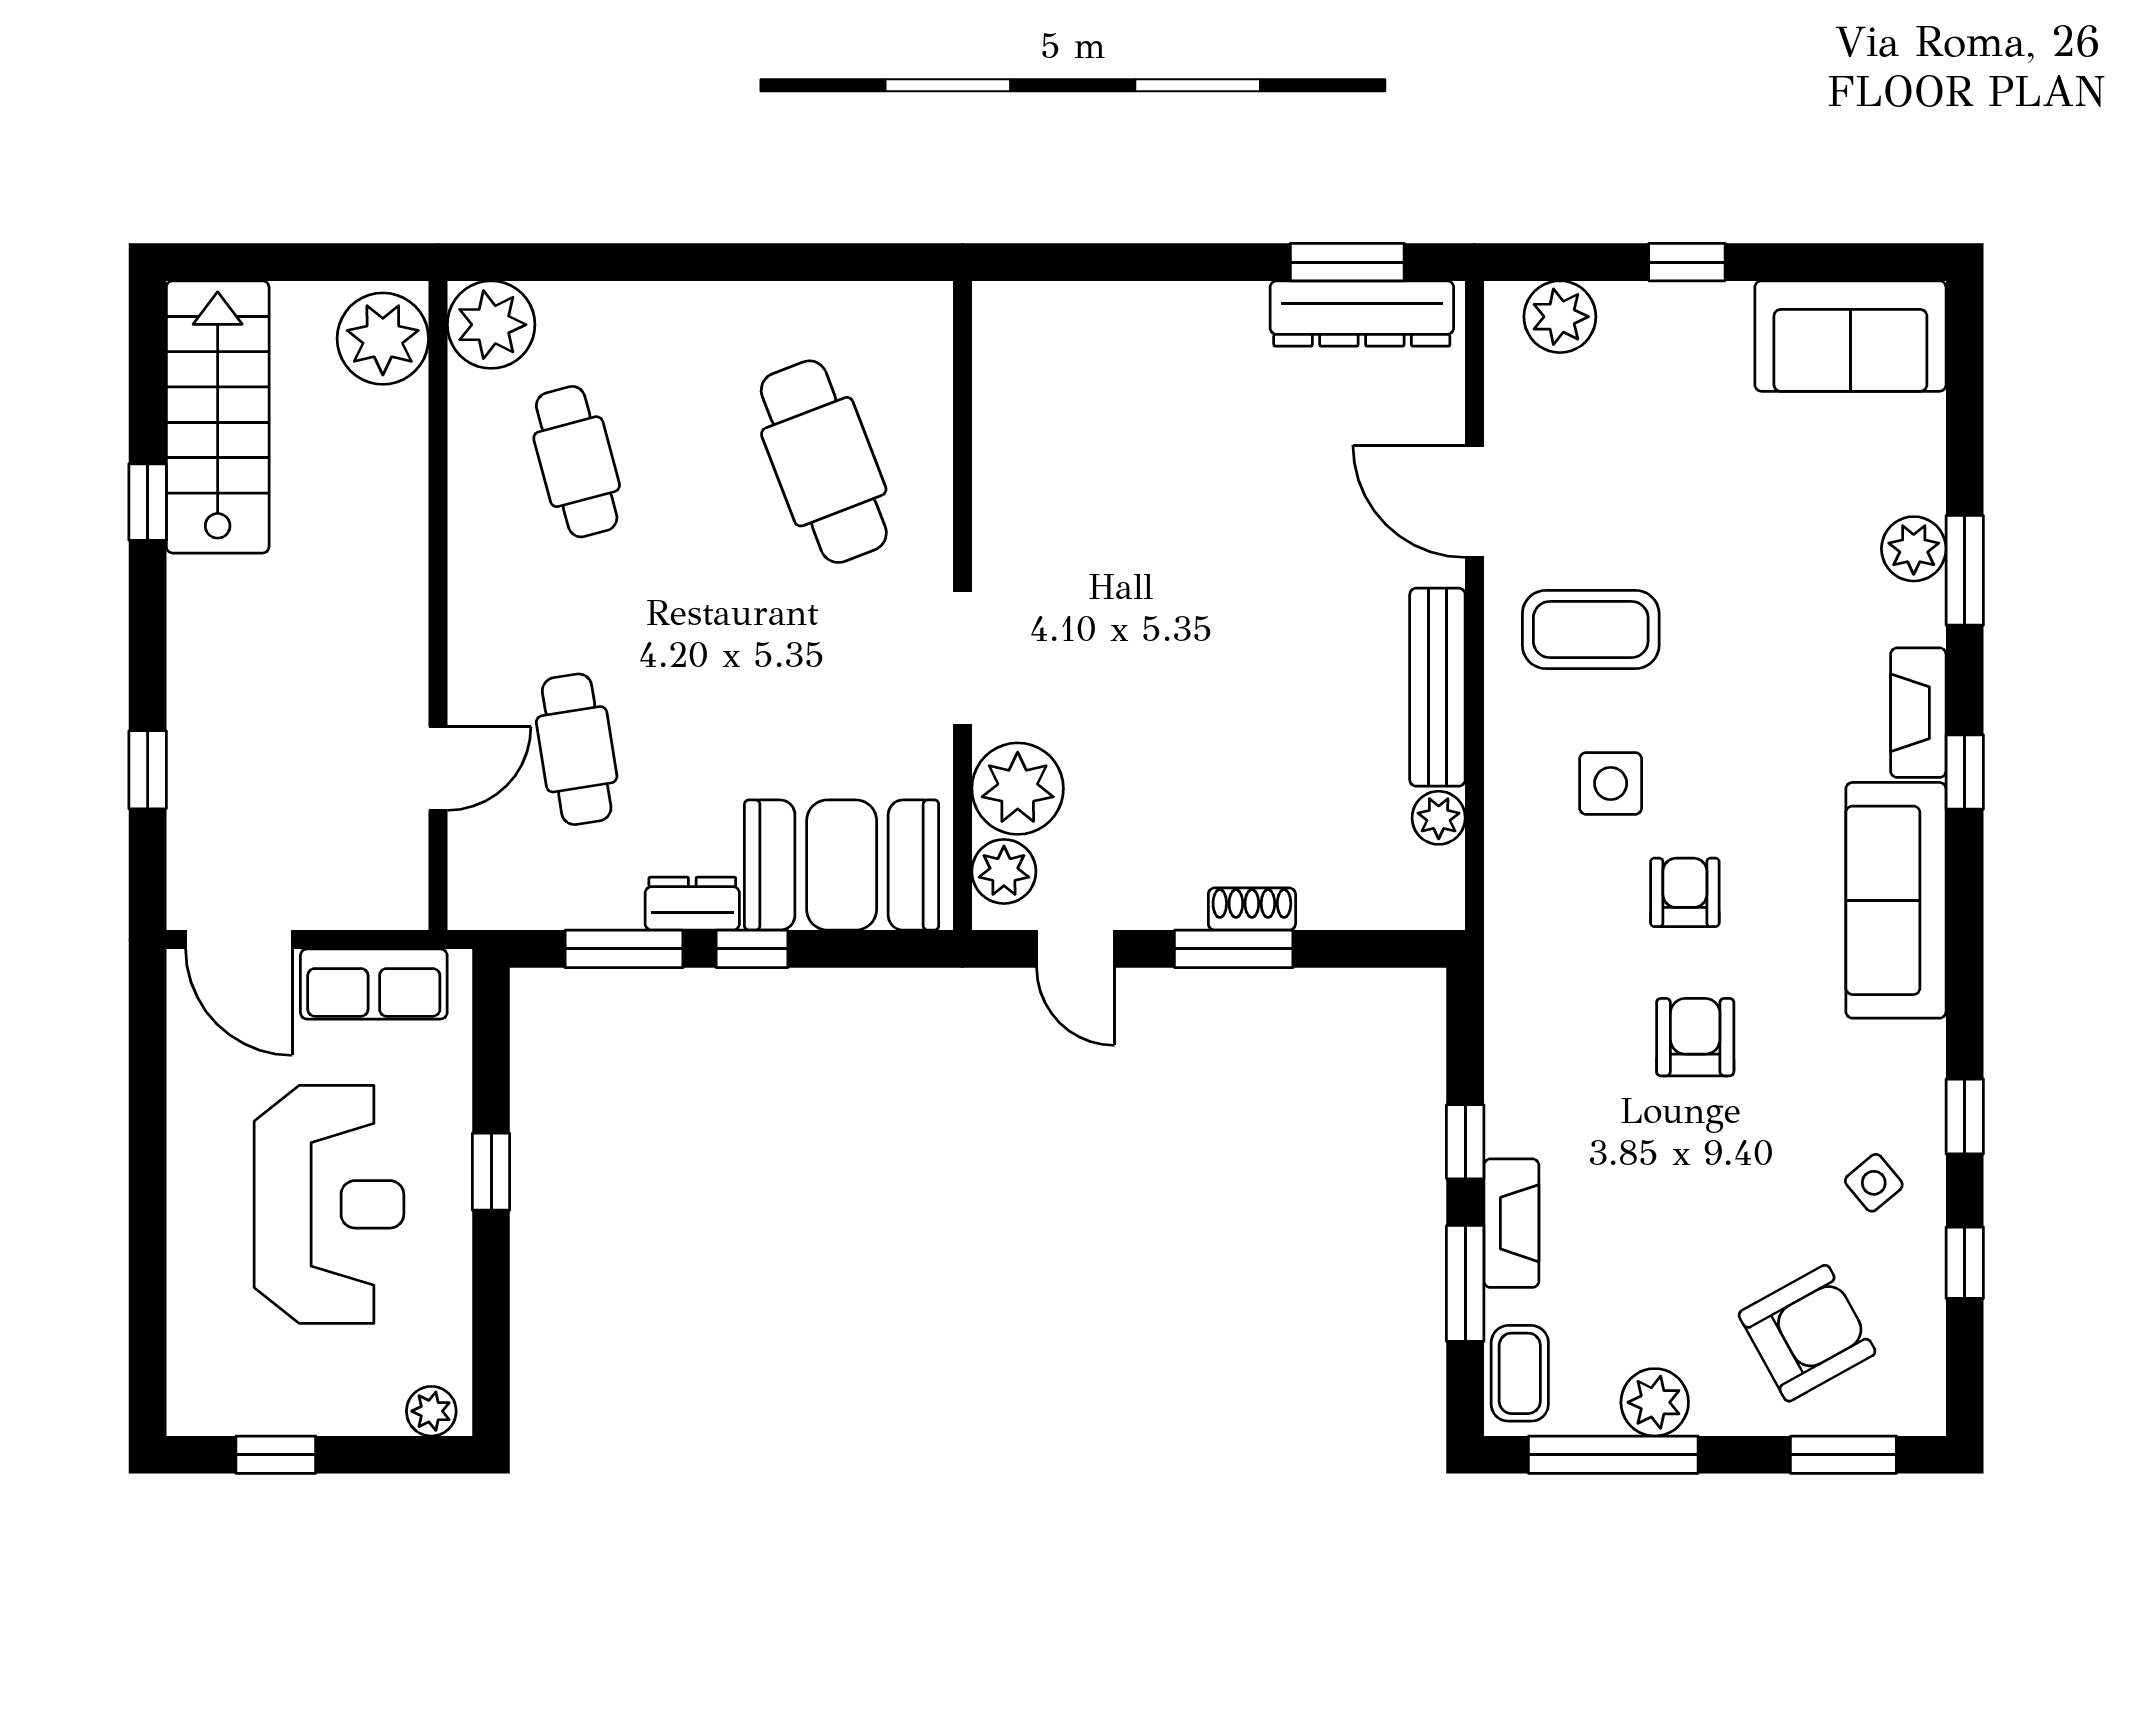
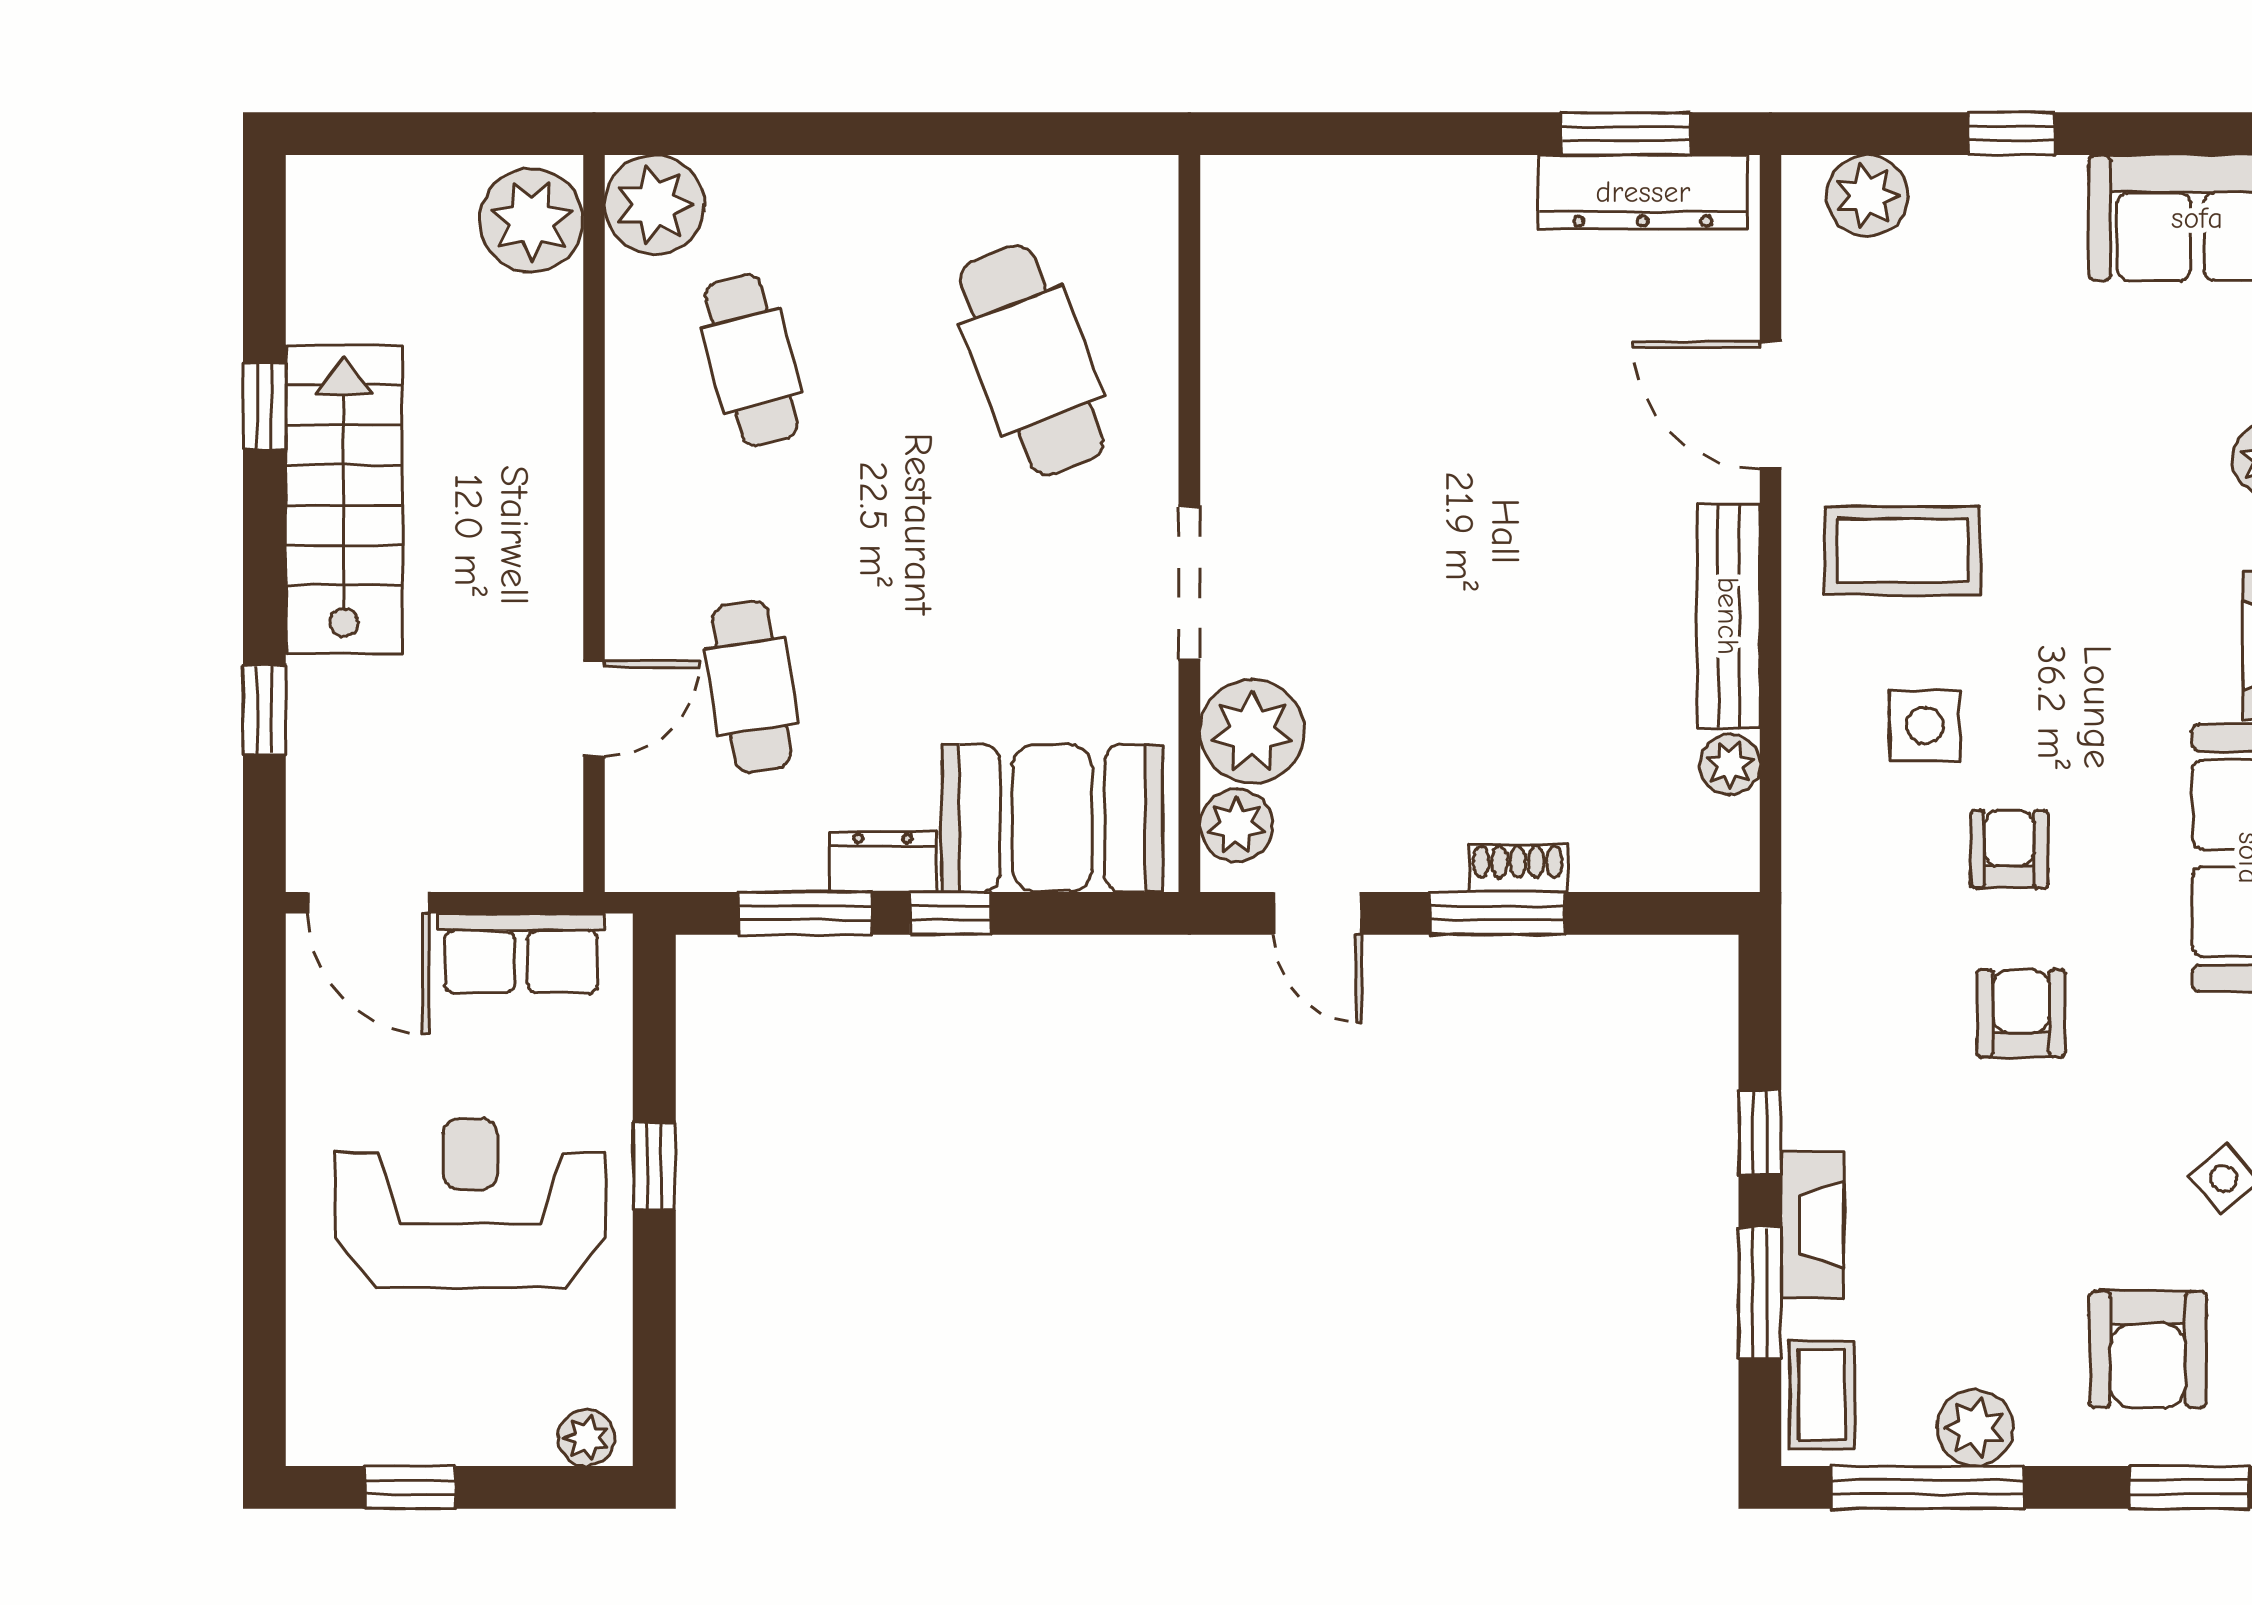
stairs: (218, 417) -> (344, 499), moved
reception desk: (329, 1204) -> (470, 1203), turned -90
armchair: (1807, 1333) -> (2148, 1349), turned 119

